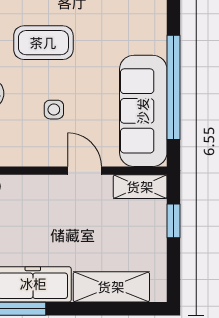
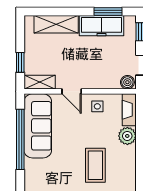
coffee table: (43, 43) -> (95, 165), turned 90
side table: (54, 110) -> (97, 106), moved

